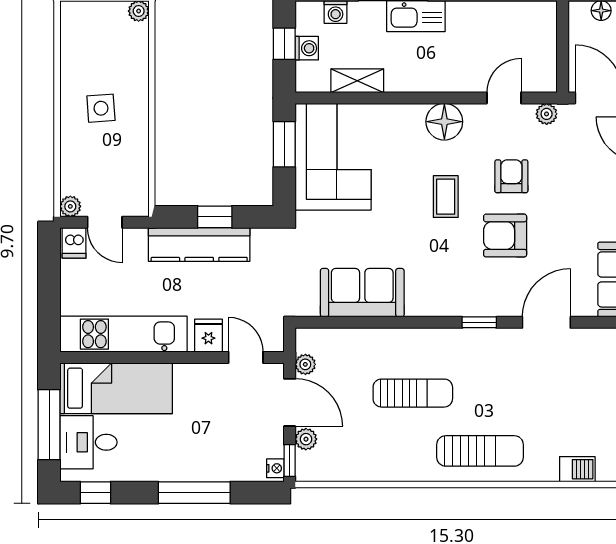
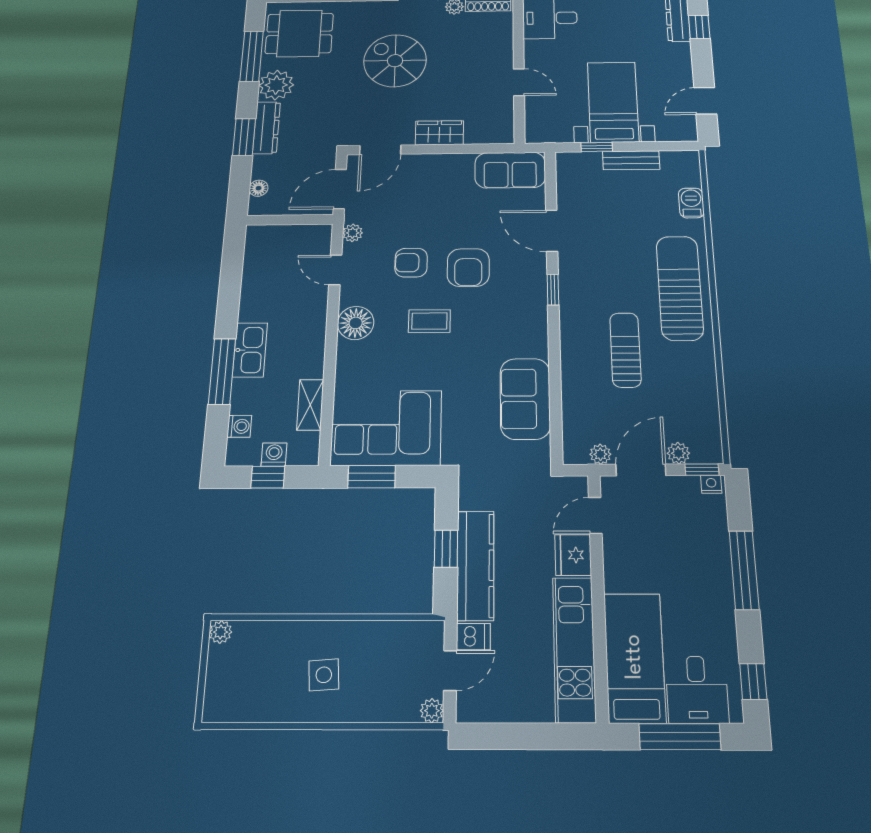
dishwasher: (74, 243) -> (473, 637), moved
fridge: (208, 336) -> (573, 555), width x1.38
sun lounger: (480, 451) -> (680, 288), width x1.36, depth x1.34

